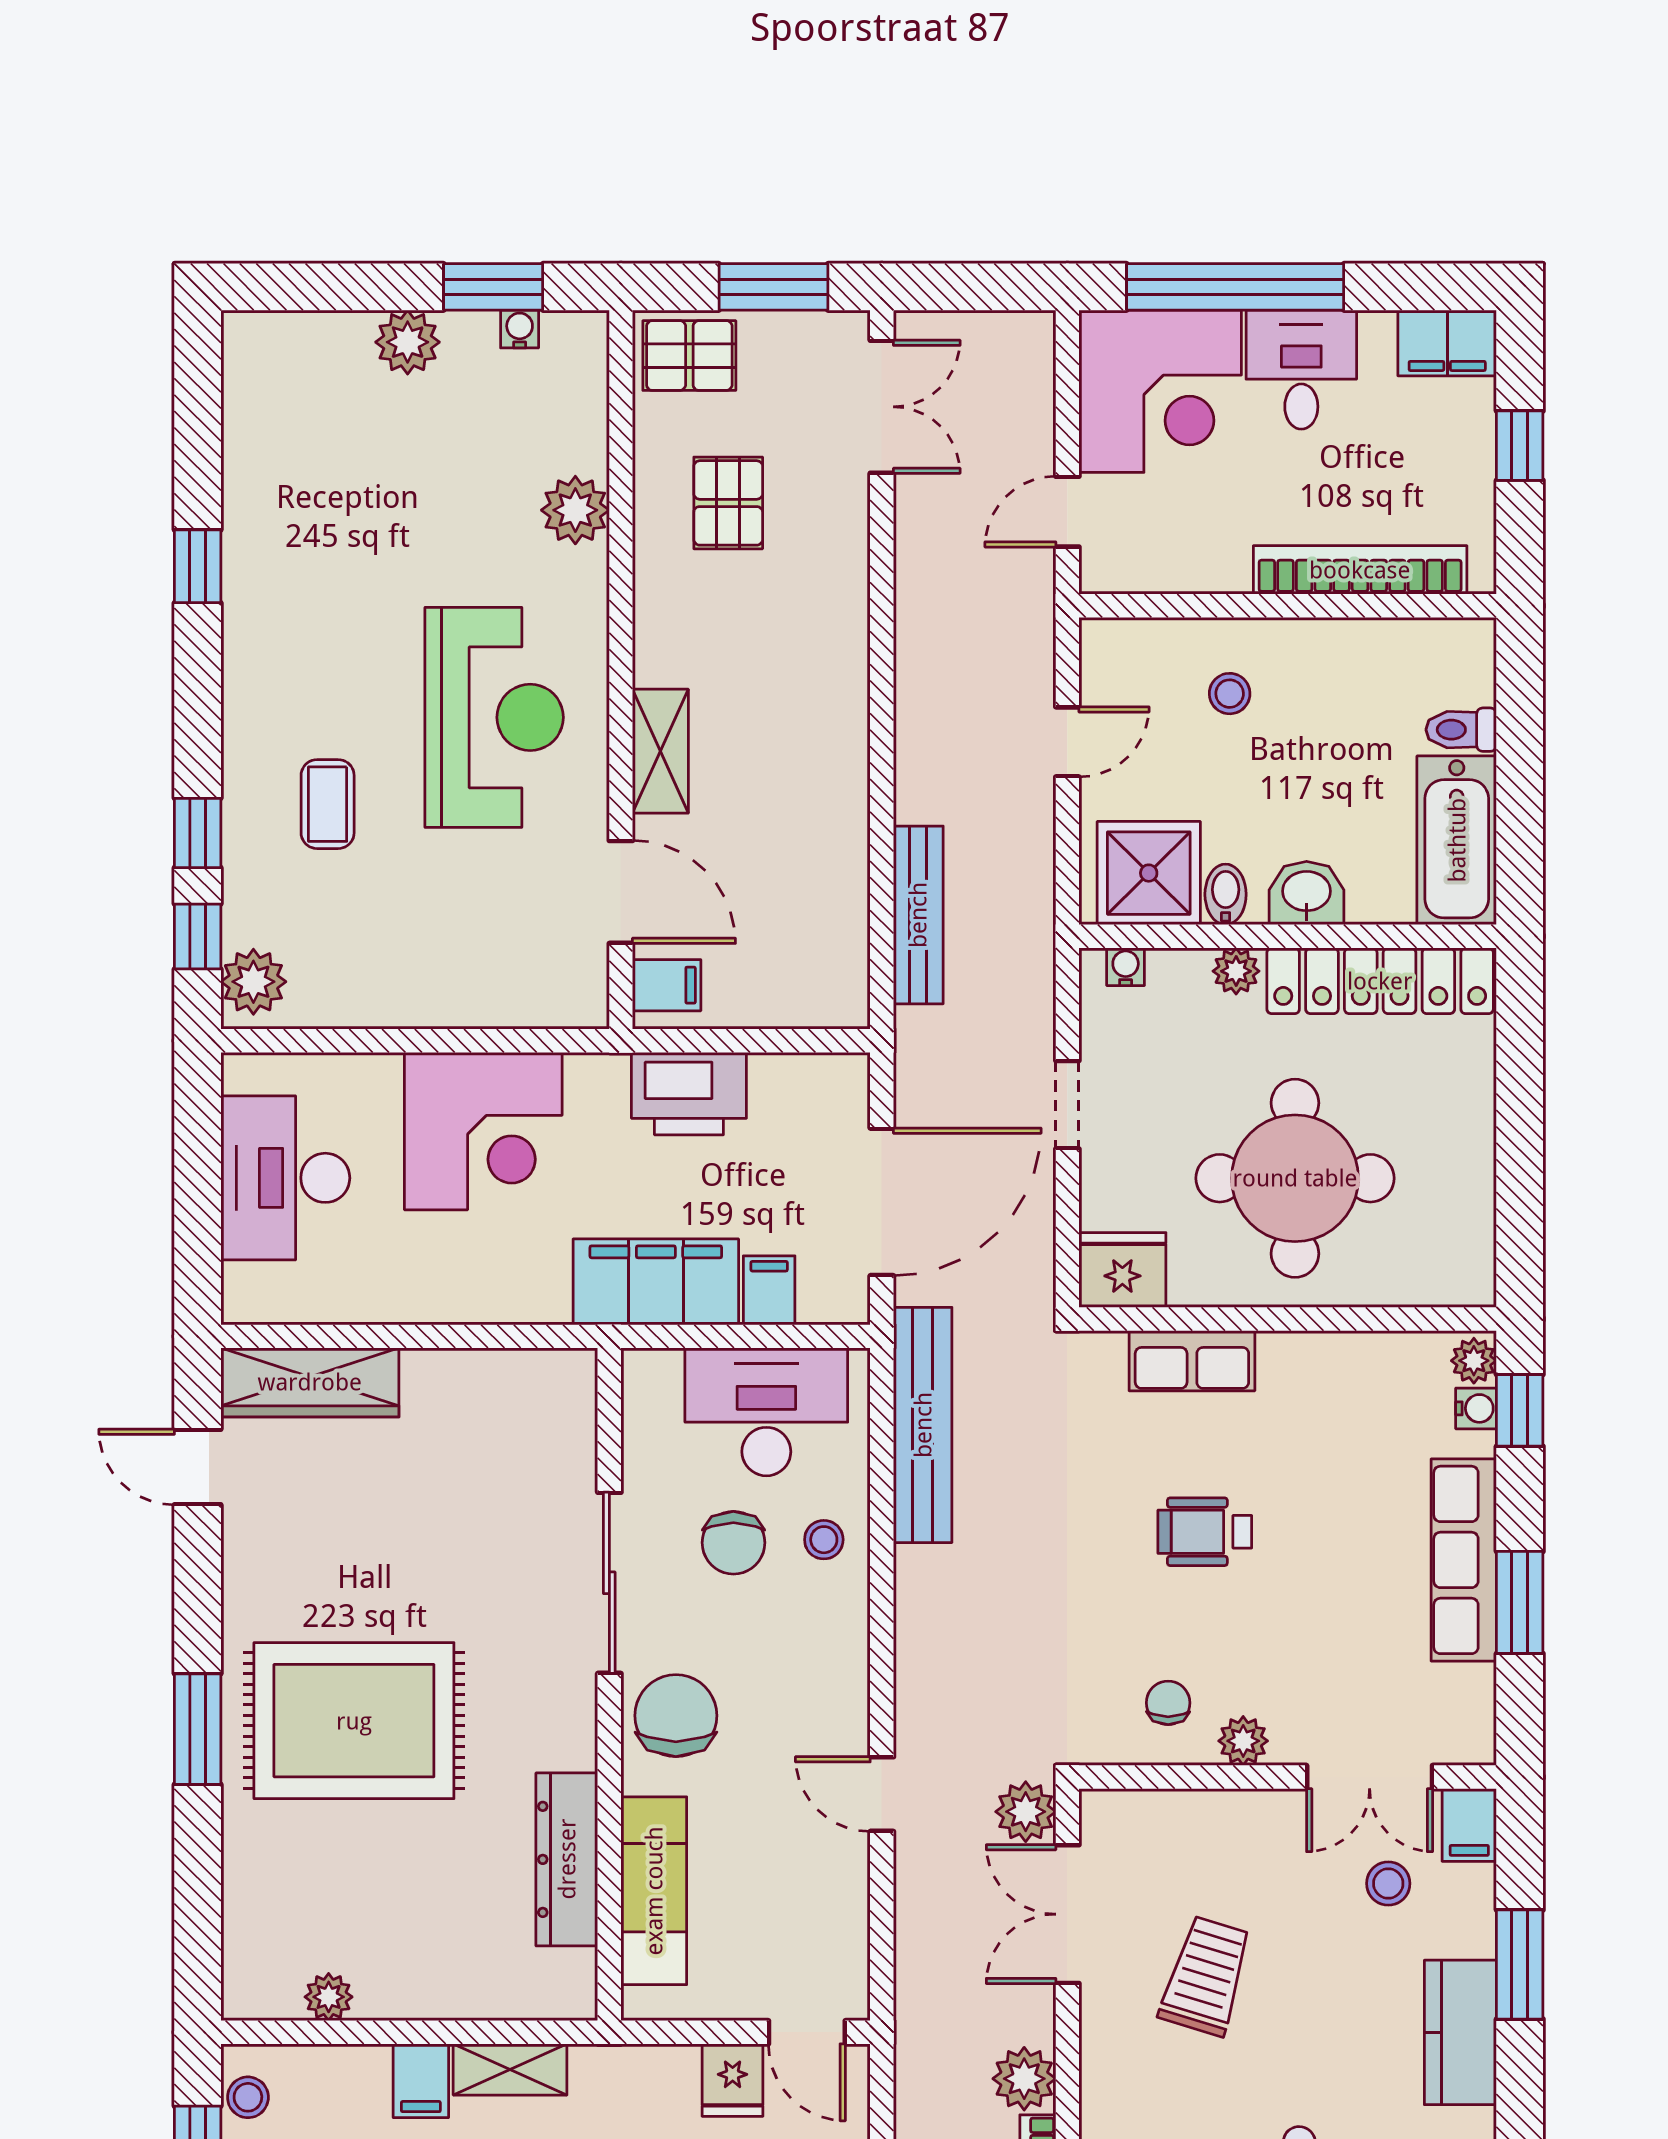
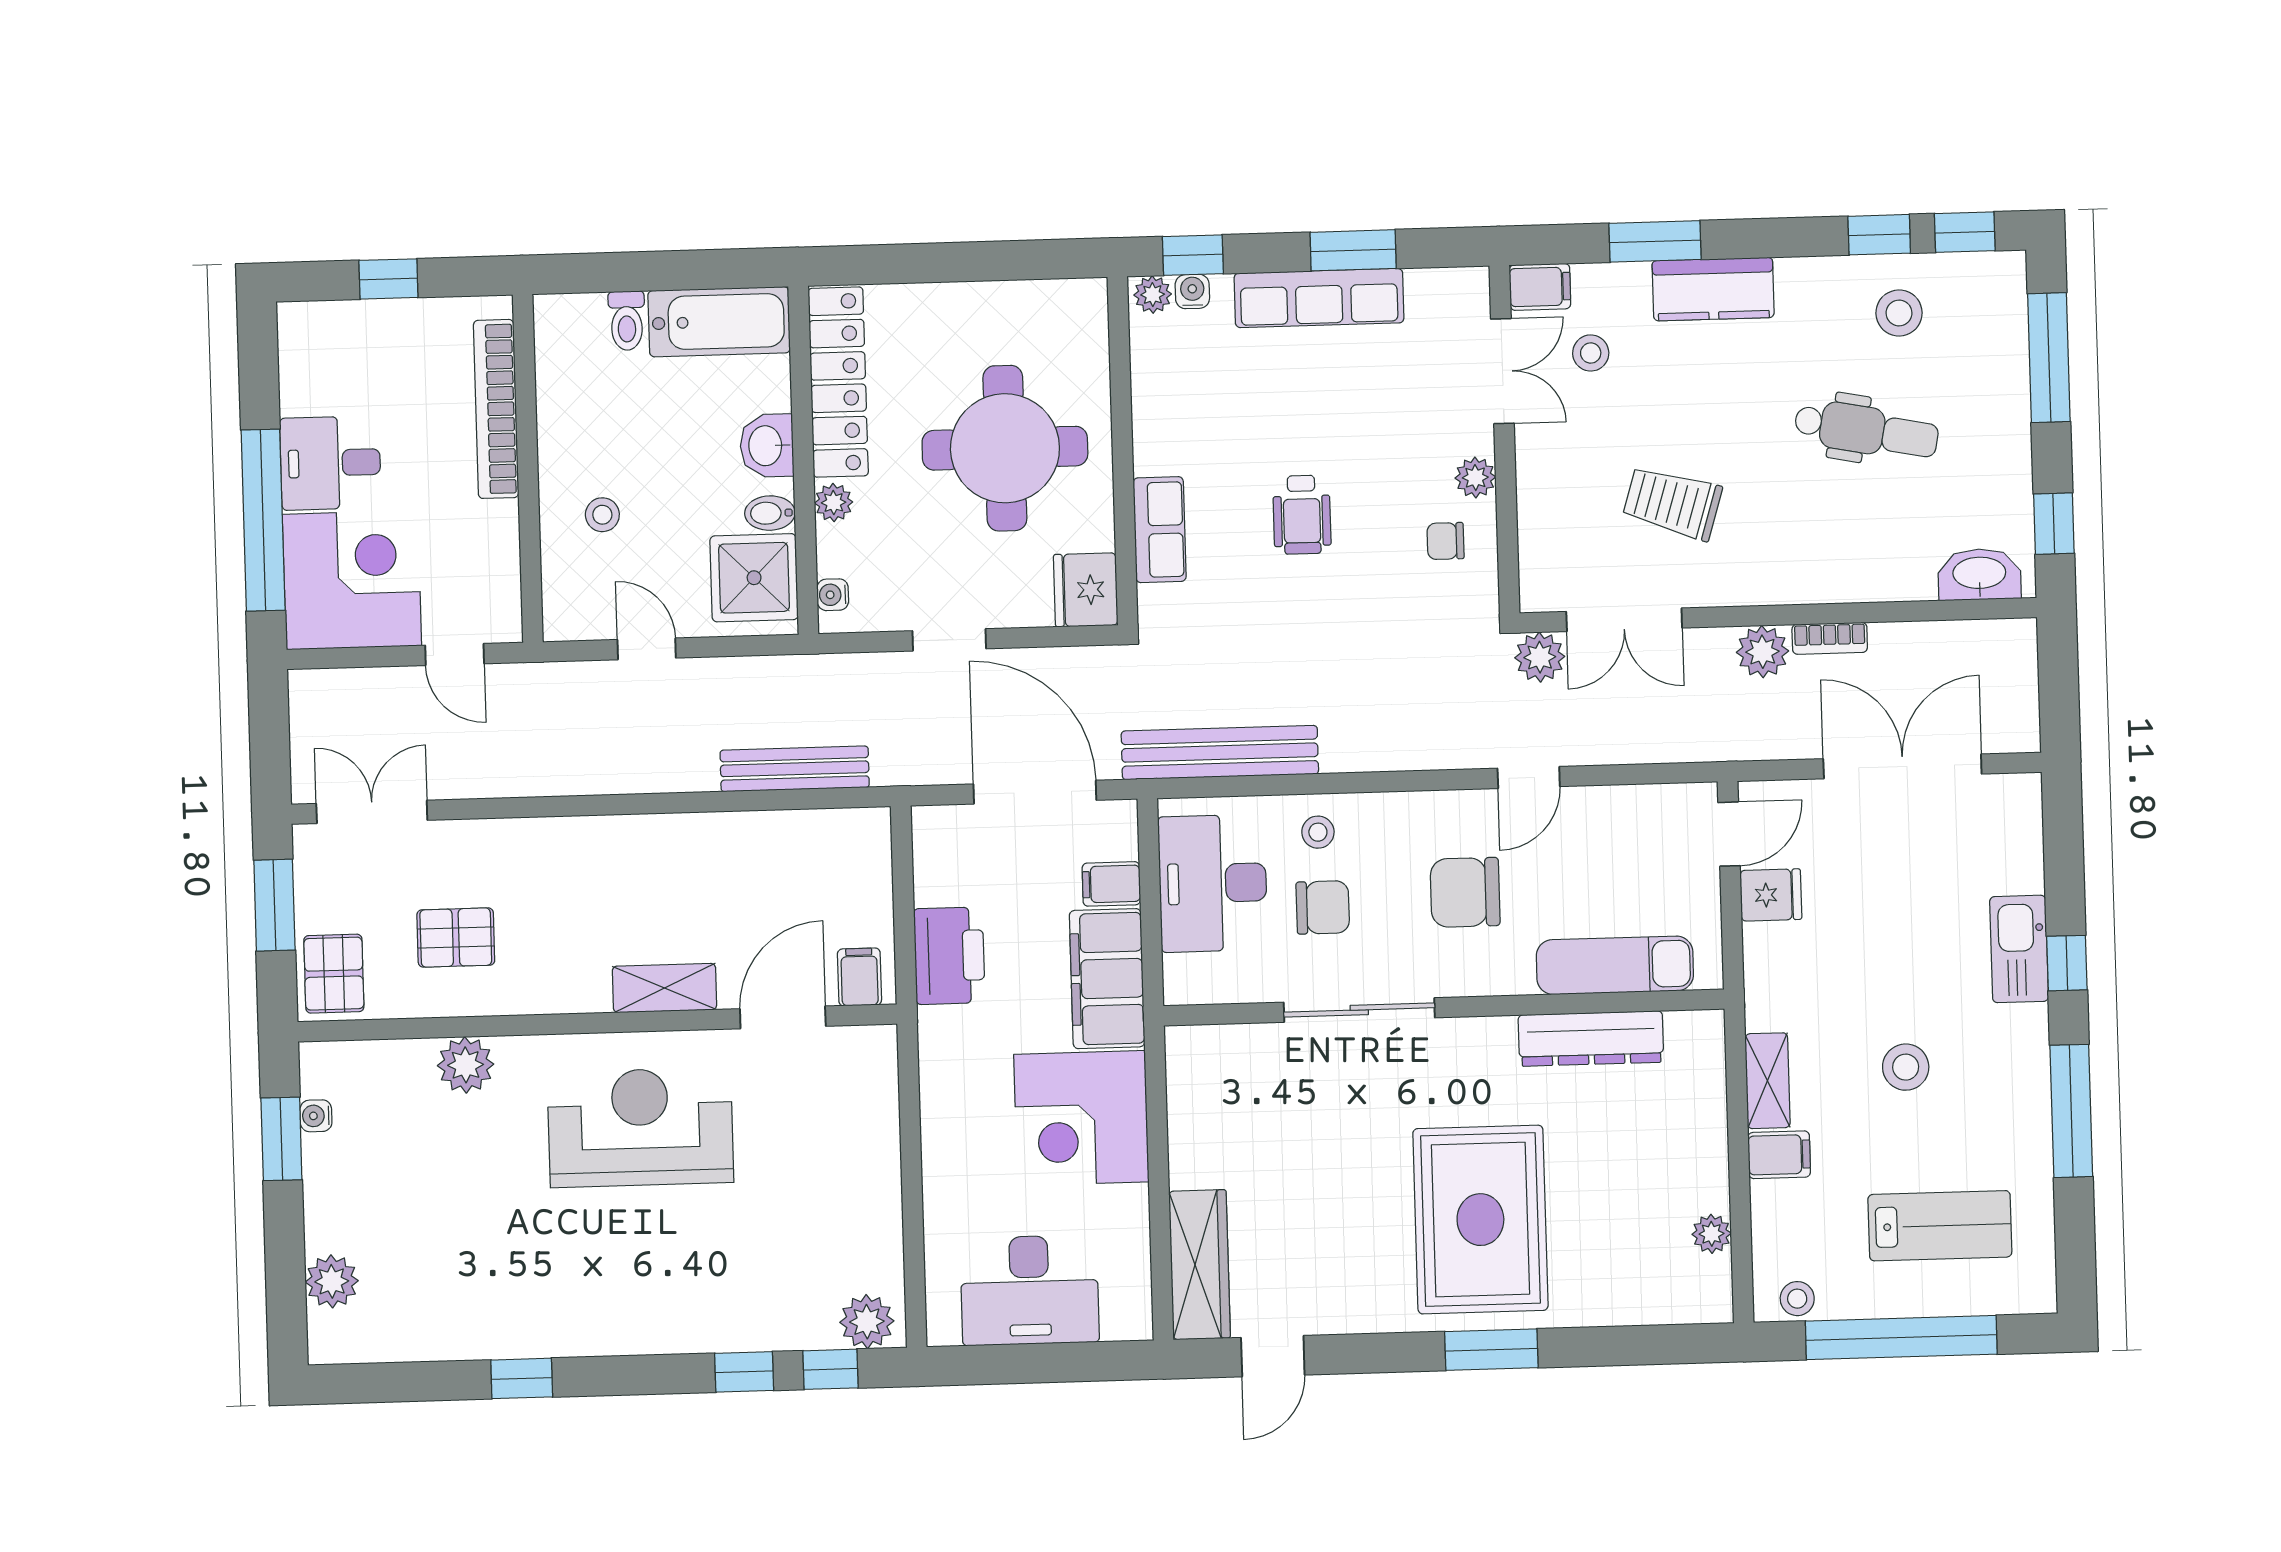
plant: (408, 342) -> (332, 1281), moved
filing cabinet: (1447, 343) -> (305, 342), removed
coffee table: (328, 804) -> (717, 1264), removed
corner desk: (483, 1131) -> (1081, 1118), moved, turned 180
chair: (676, 1716) -> (1465, 892), moved

